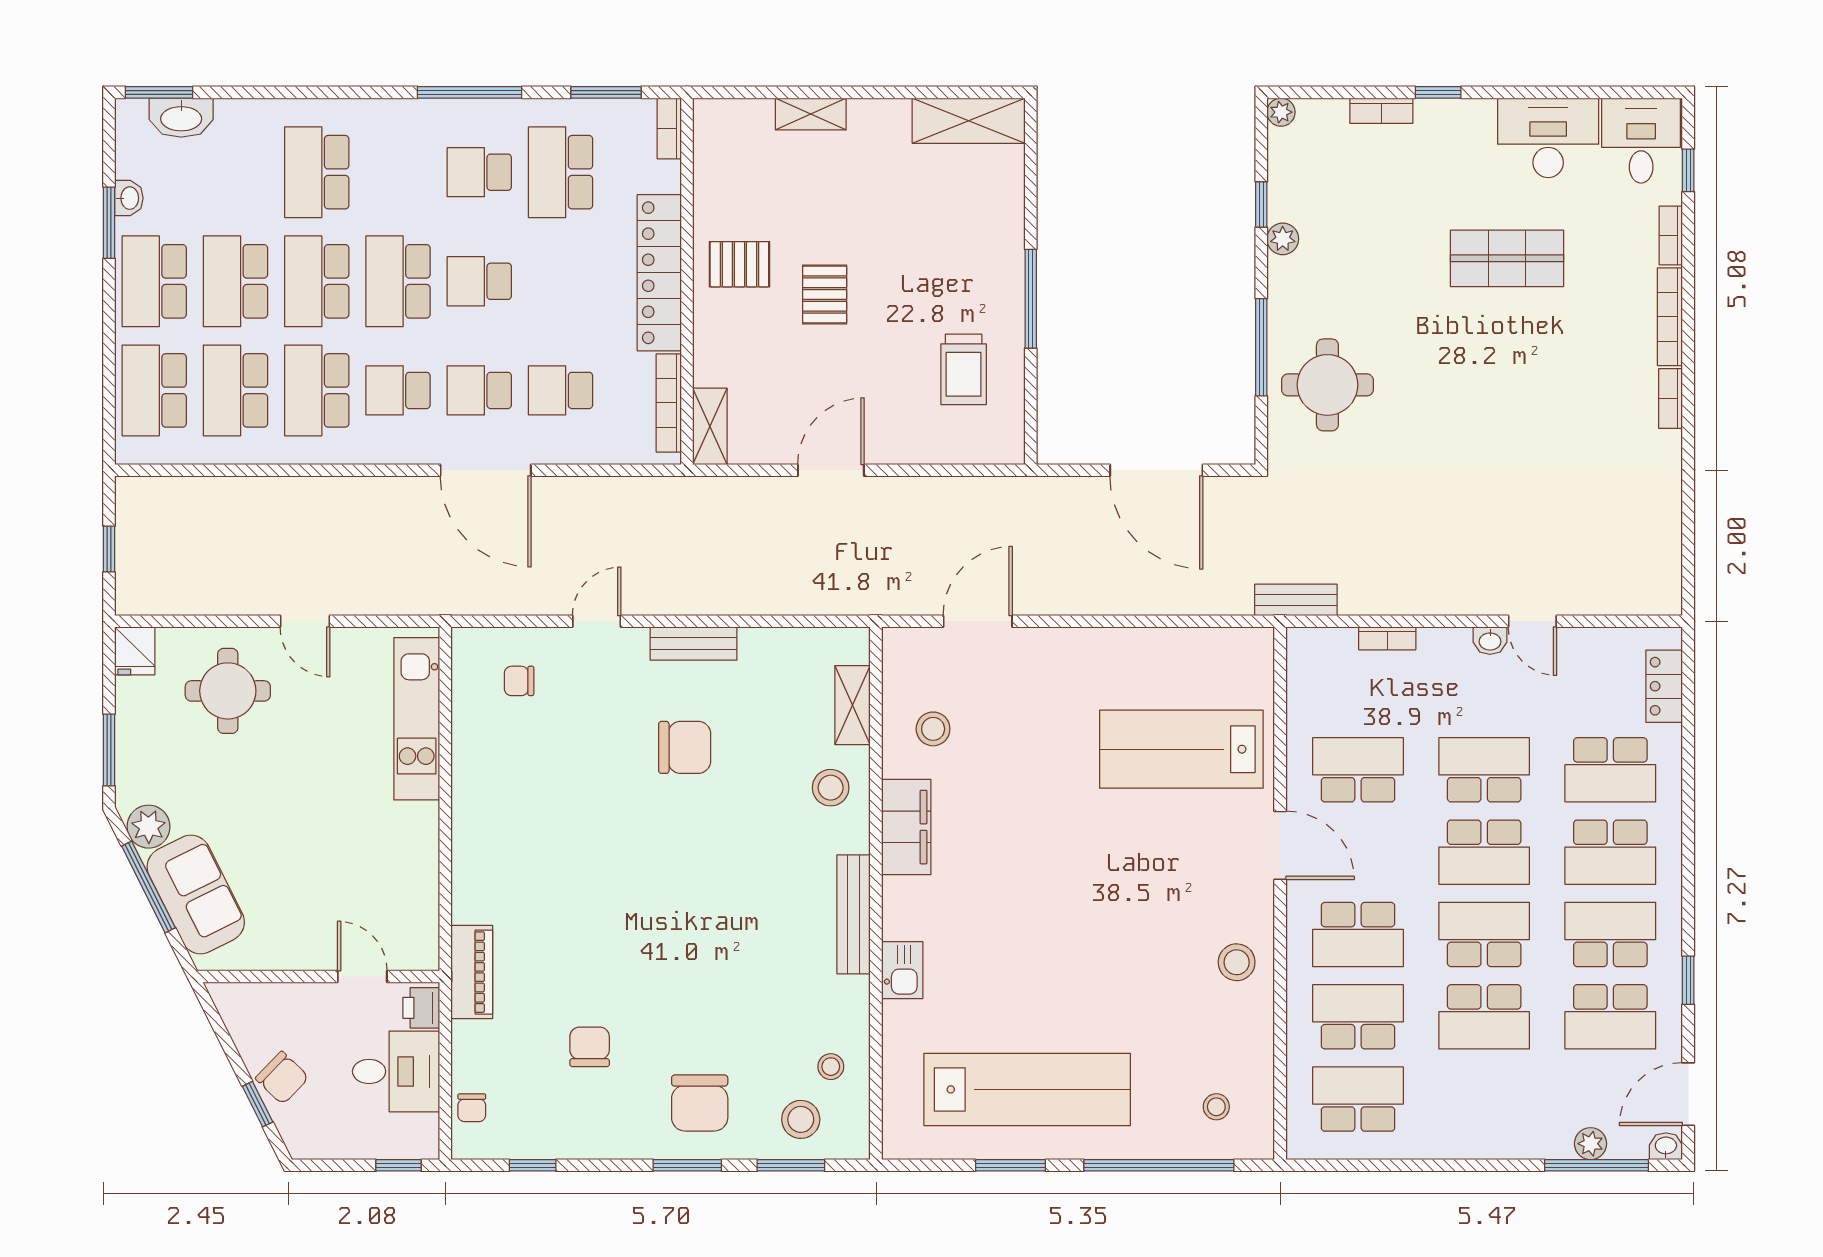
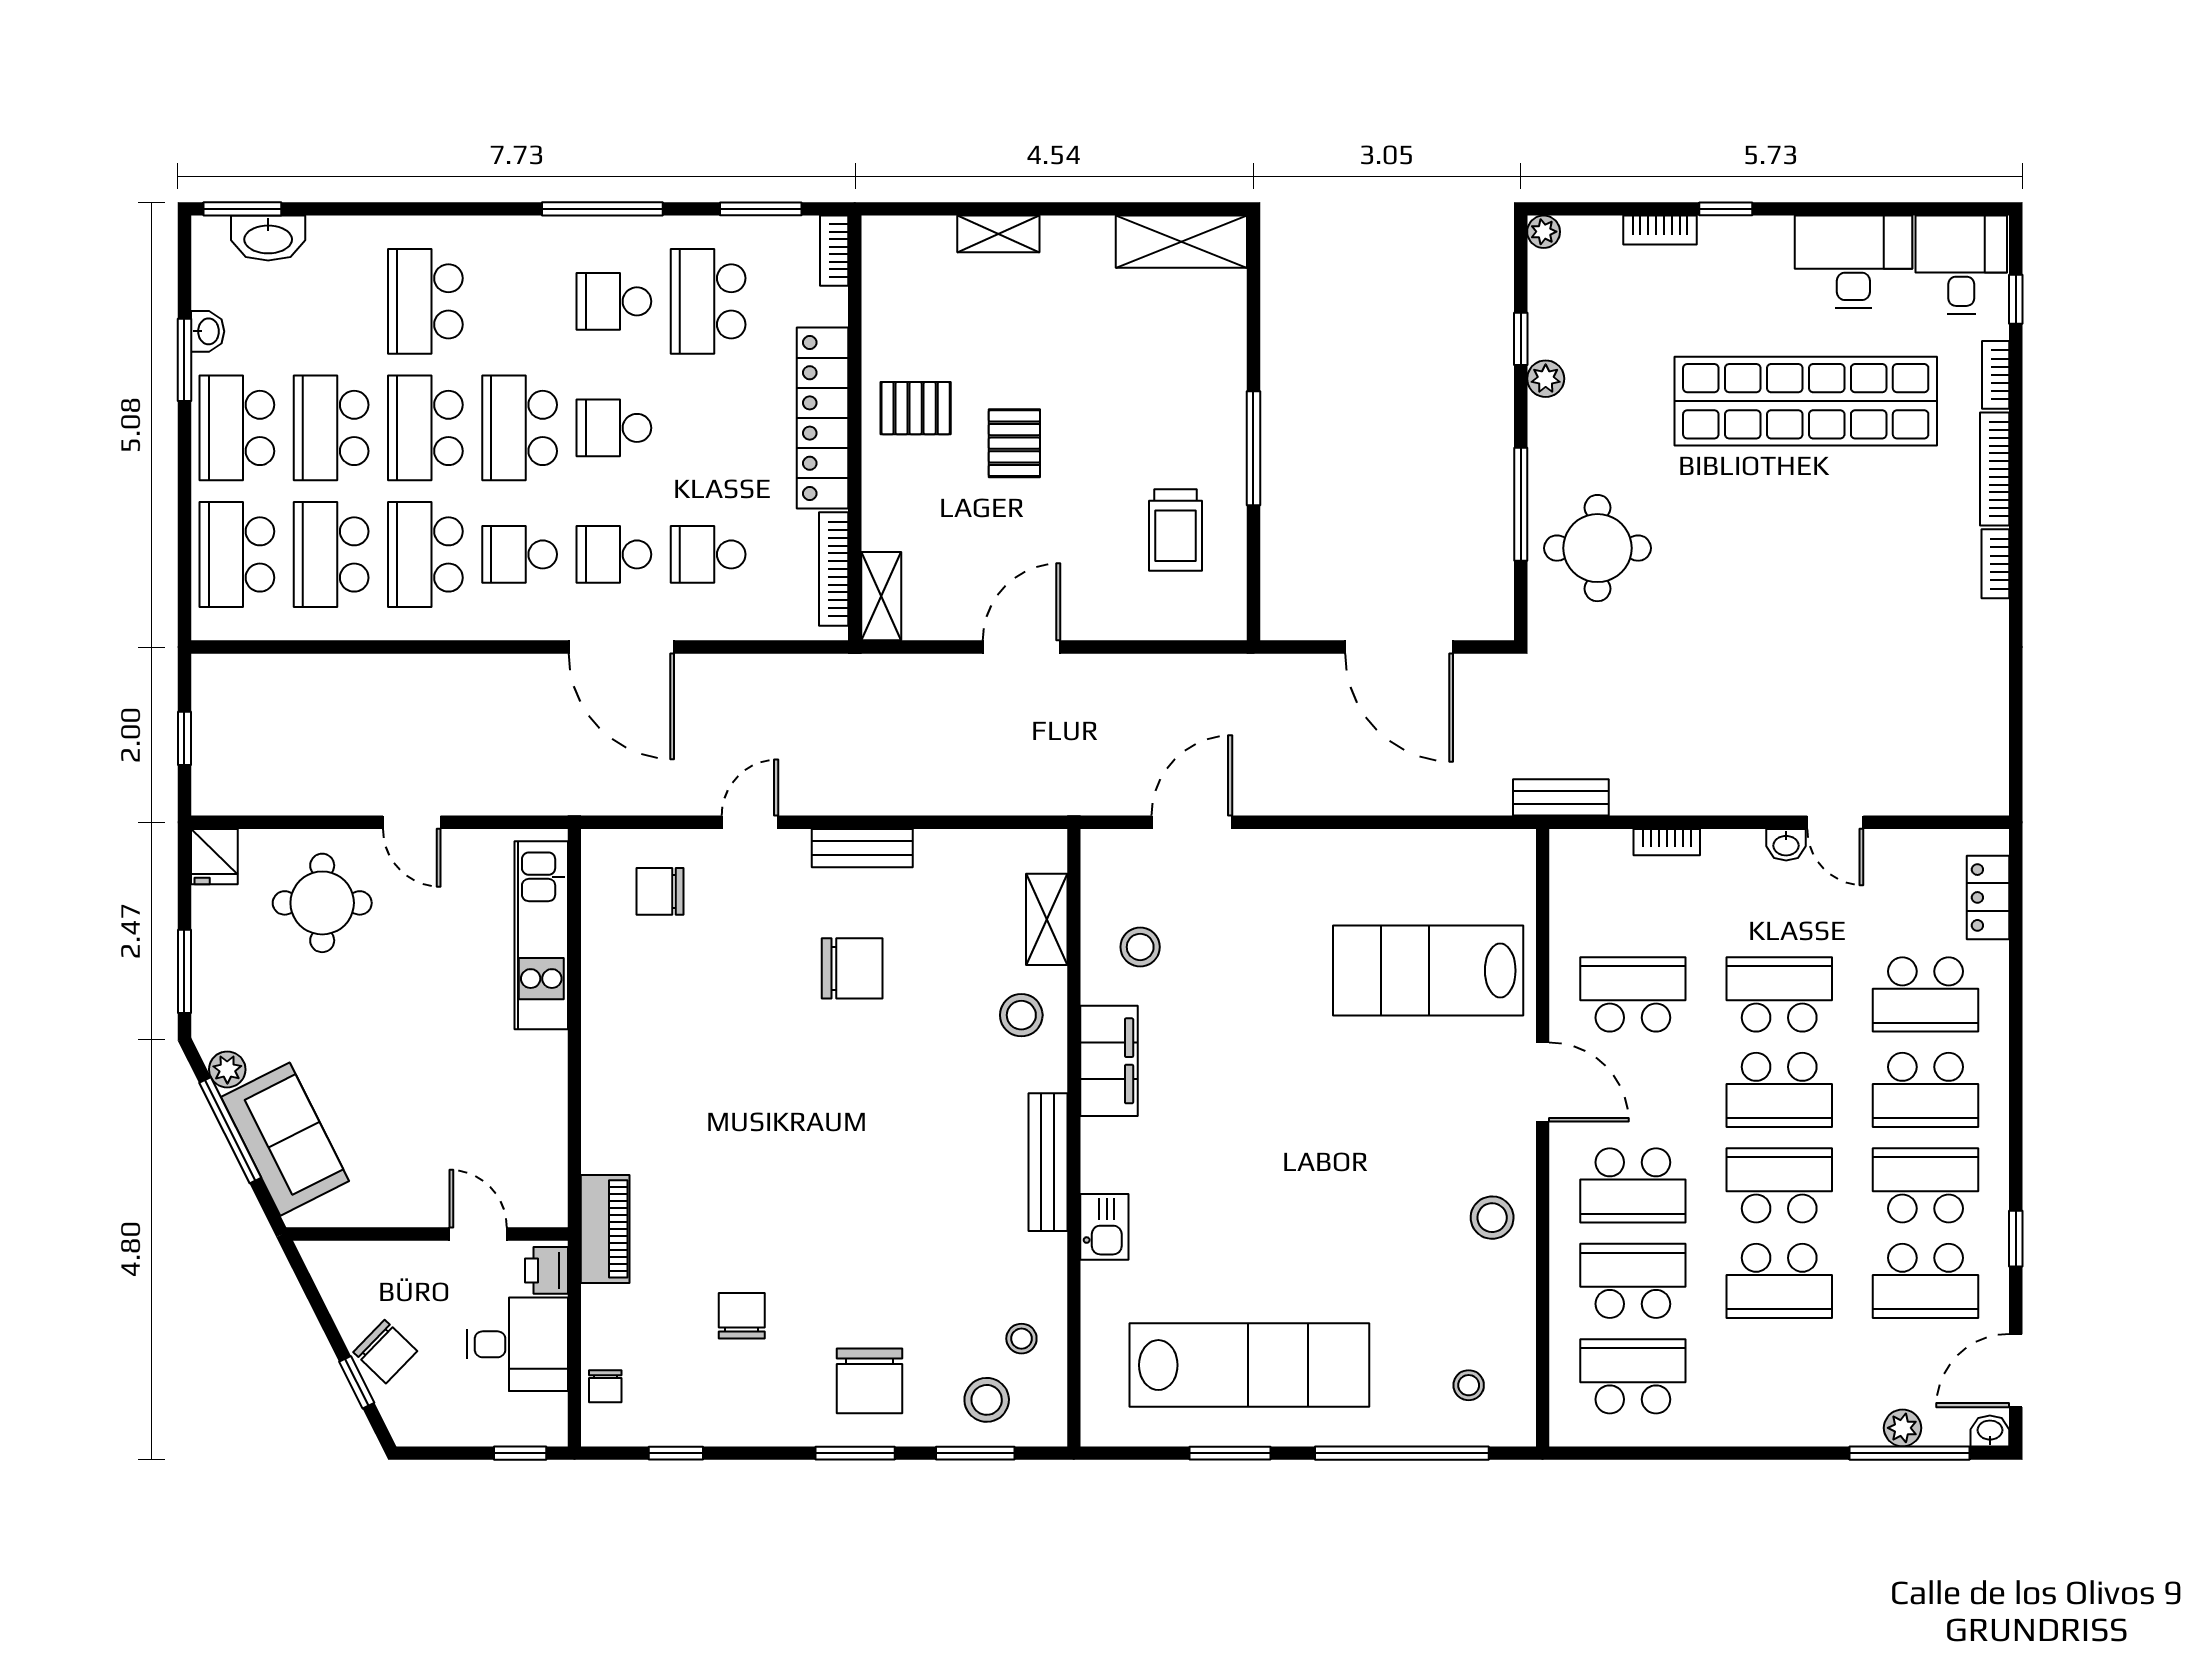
shop shelf: (1507, 258) -> (1806, 401), width x2.00, depth x1.36
chair: (519, 681) -> (660, 891), width x1.37, depth x1.37
plant: (149, 827) -> (227, 1069), width x0.73, depth x0.73

